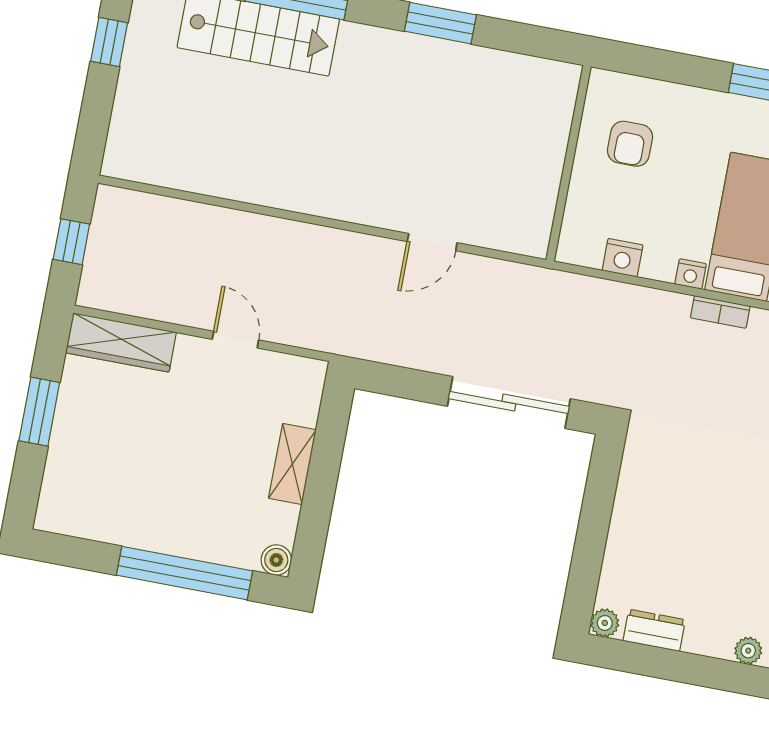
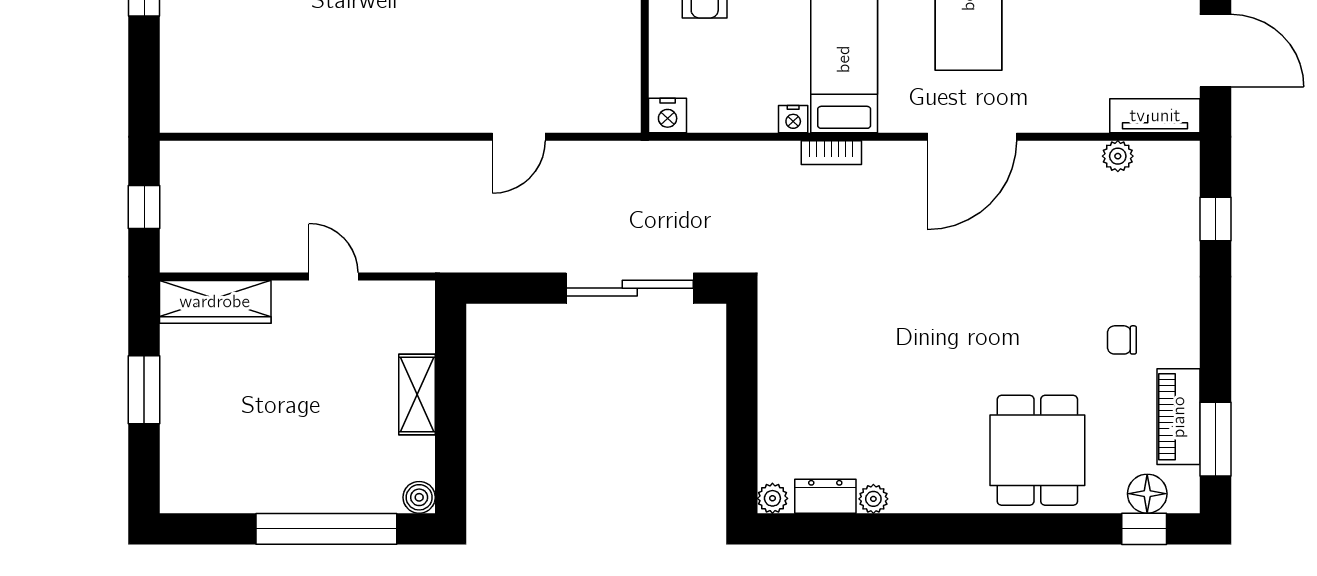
nightstand: (623, 258) -> (668, 116), moved
plant: (748, 651) -> (873, 499), moved

